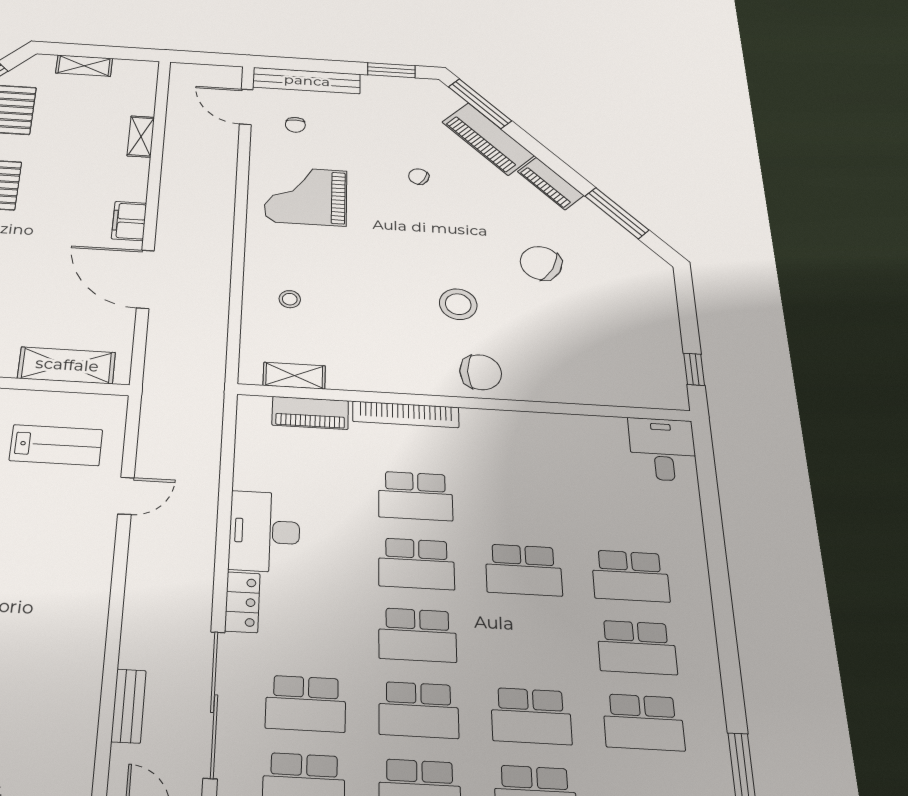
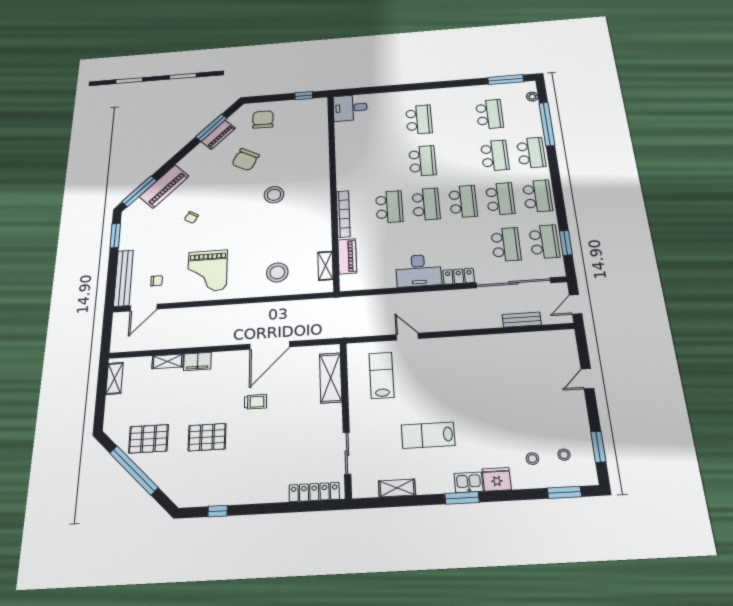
shelving: (84, 66) -> (114, 378), moved
piano: (551, 183) -> (218, 135), moved
filing cabinet: (129, 221) -> (197, 361), moved
trolley: (44, 253) -> (255, 402), added
stool: (290, 299) -> (277, 272), width x1.89, depth x1.89
chair: (481, 372) -> (263, 120), moved
school desk: (637, 647) -> (454, 117), removed

